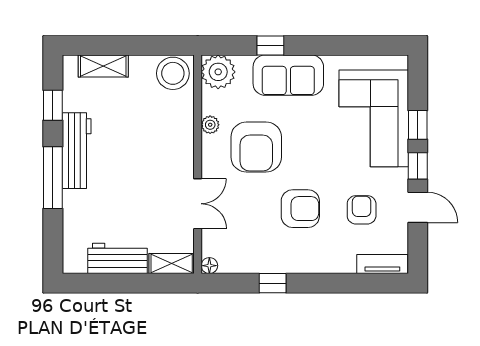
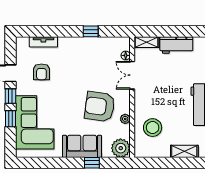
stool: (173, 73) -> (153, 128), moved
armchair: (256, 147) -> (100, 107), turned -82
armchair: (300, 209) -> (75, 73), removed
tv unit: (382, 264) -> (43, 42), moved
floor lamp: (209, 266) -> (126, 55), moved

